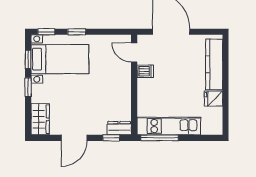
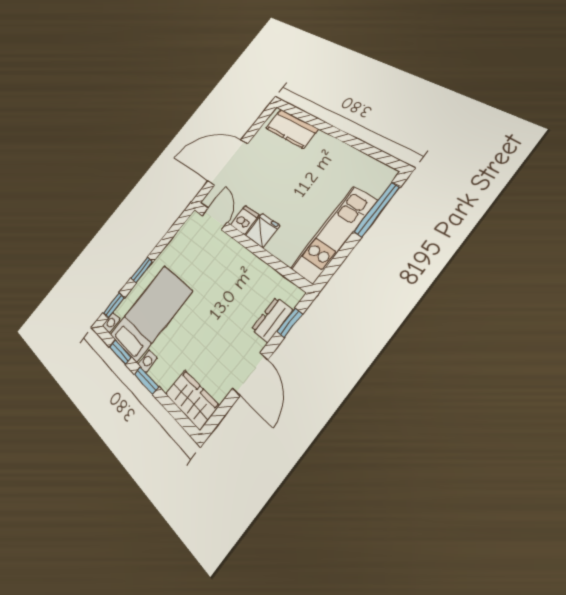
door: (134, 52) -> (215, 219), swing flipped
kitchen counter: (214, 64) -> (292, 129), width x0.67
fridge: (213, 99) -> (262, 231), moved, turned 180
dresser: (119, 128) -> (272, 320), moved
window: (160, 138) -> (377, 210), moved

